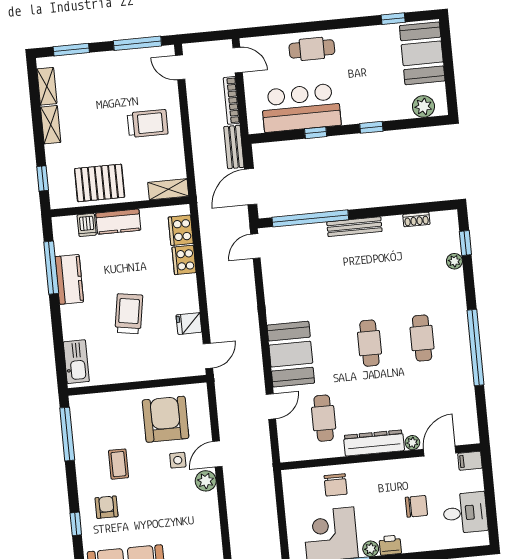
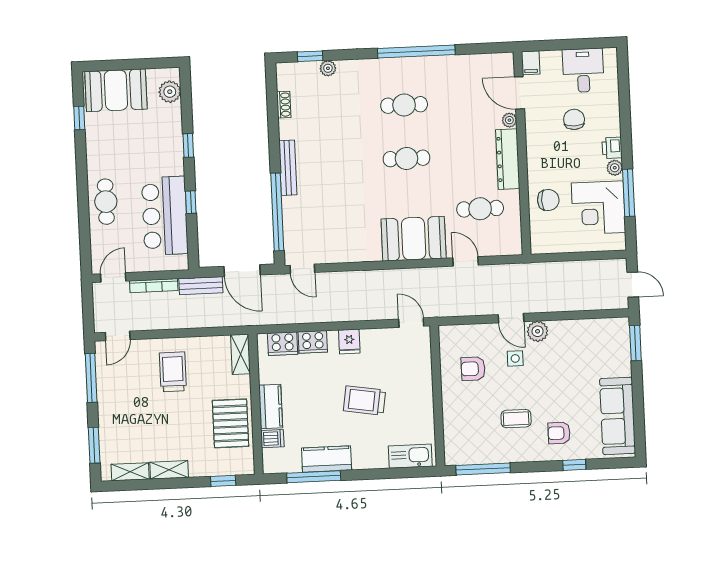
fridge: (189, 324) -> (349, 341), moved
armchair: (166, 419) -> (473, 369), width x0.53, depth x0.53

